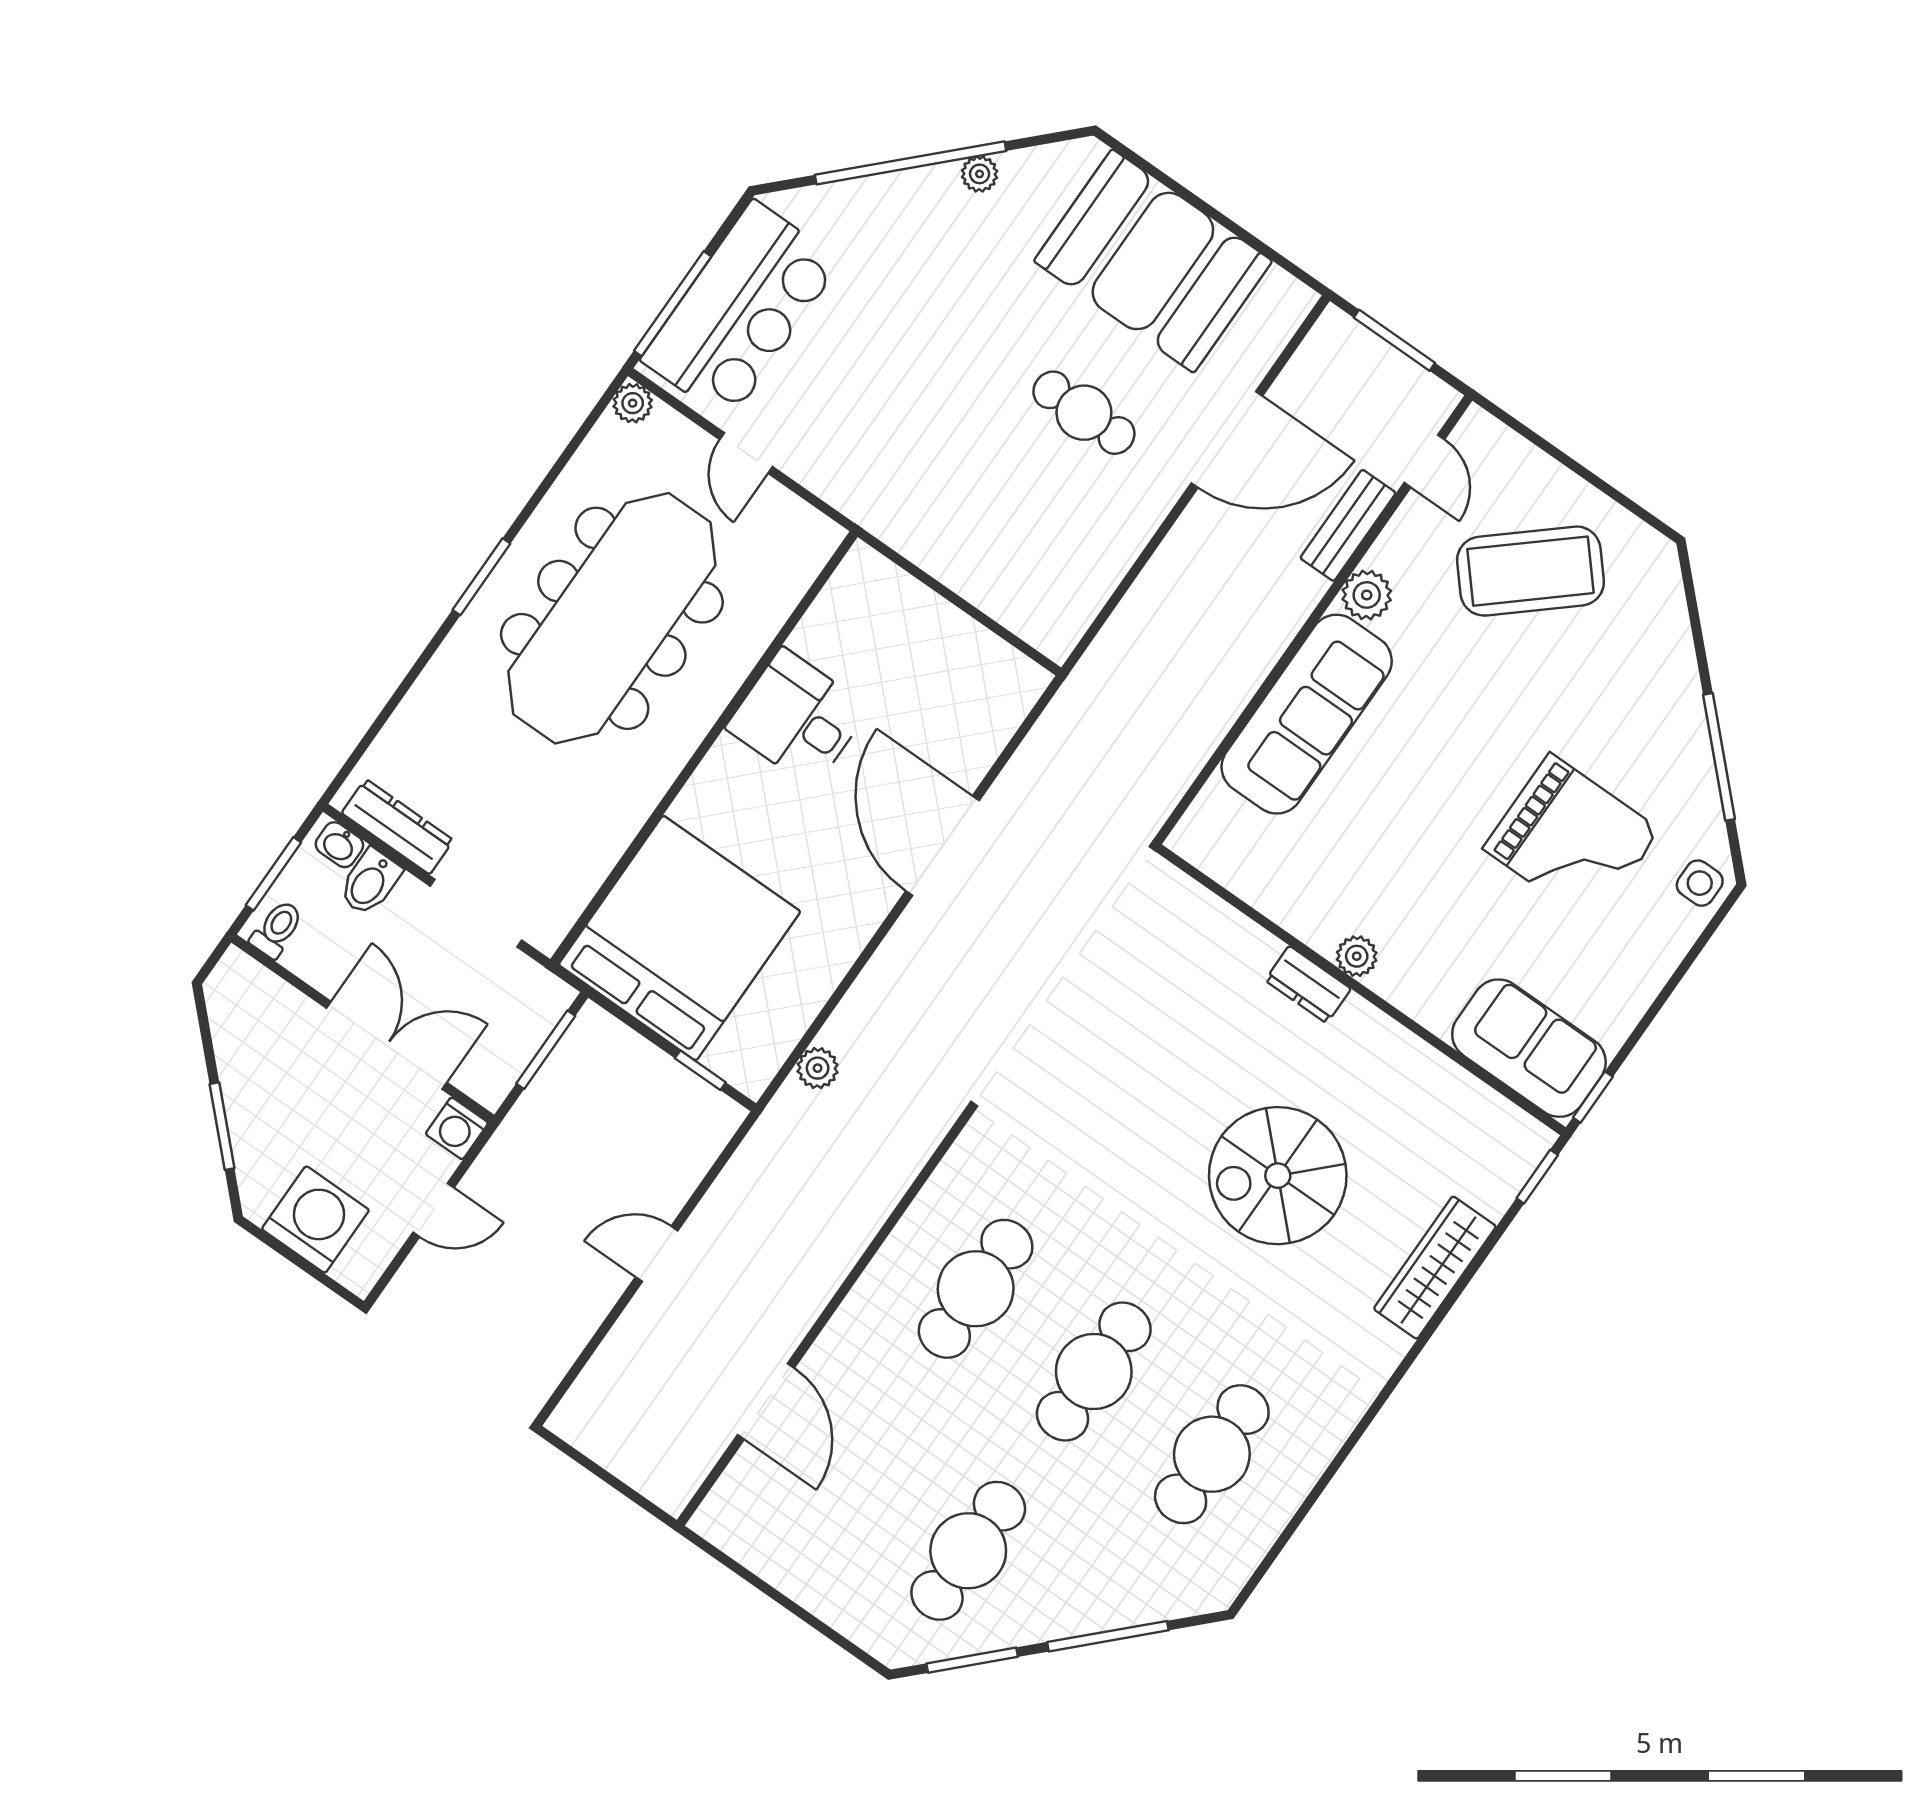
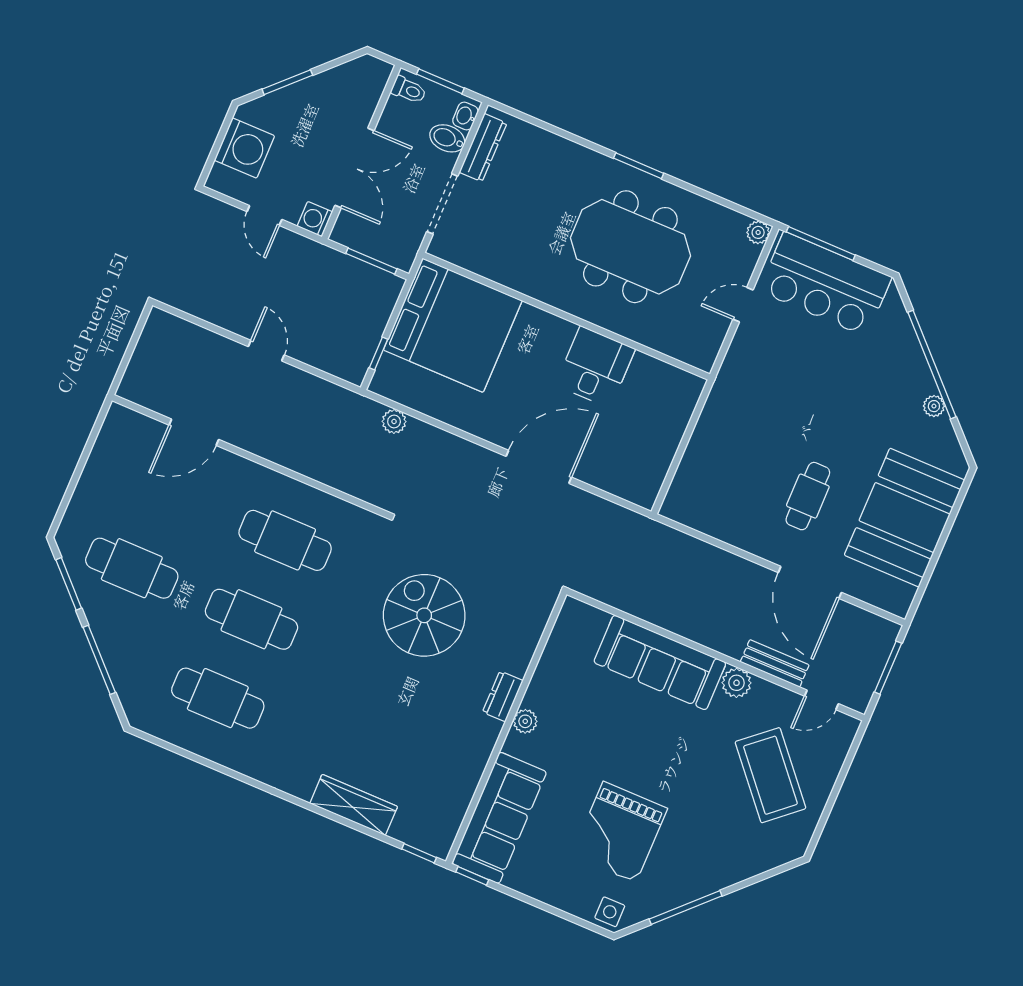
meeting table: (612, 618) -> (630, 247), width x0.73
sofa: (1529, 1048) -> (499, 818), width x1.36
spiral stairs: (1278, 1176) -> (424, 615), moved

